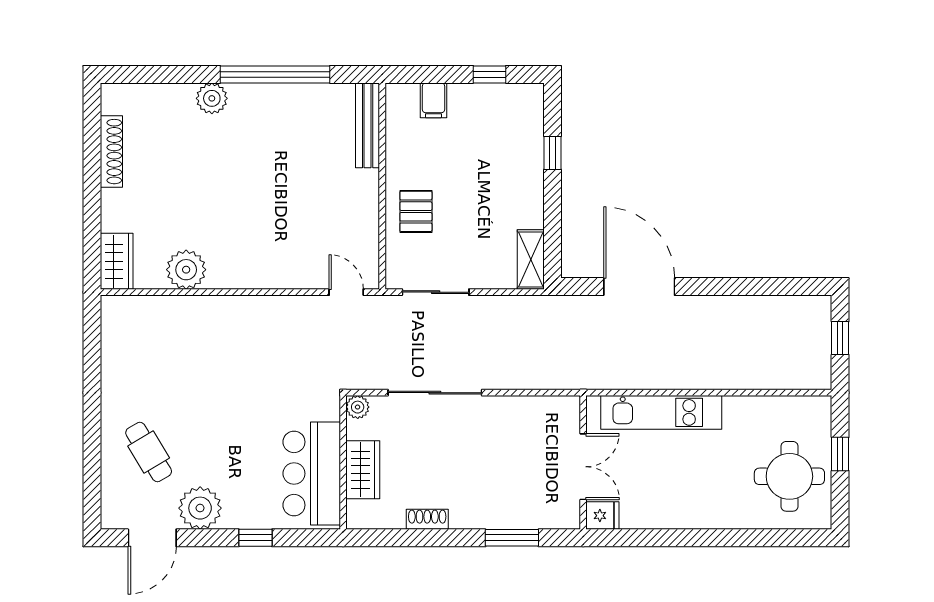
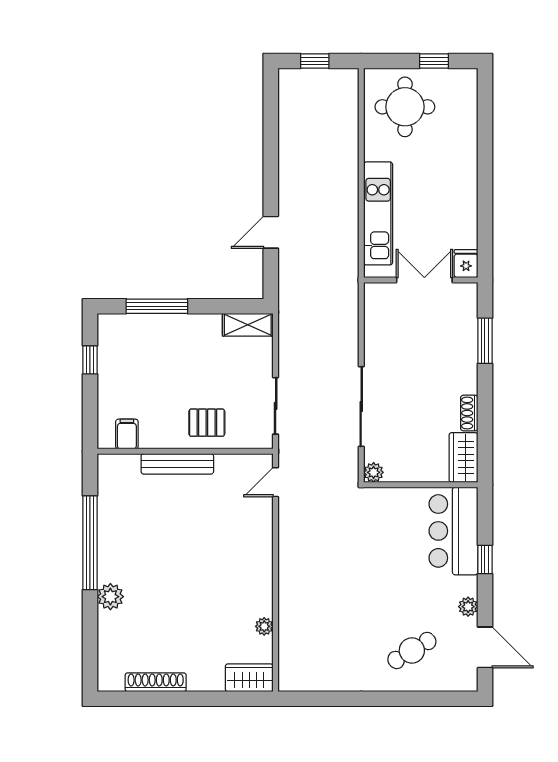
filing cabinet: (433, 100) -> (127, 434), moved, turned -90
bench: (368, 125) -> (177, 464), moved
window: (552, 153) -> (157, 306), width x2.17
plant: (186, 270) -> (264, 626), width x0.53, depth x0.53
door: (639, 287) -> (271, 232), width x0.53
window: (840, 454) -> (434, 61), moved
wardrobe: (363, 470) -> (463, 457), moved, turned -90
bar counter: (312, 474) -> (453, 531), moved, turned 90
round table: (789, 476) -> (405, 107), moved
plant: (200, 508) -> (468, 607), width x0.53, depth x0.53

